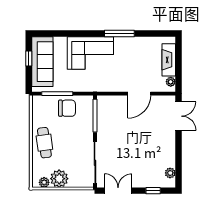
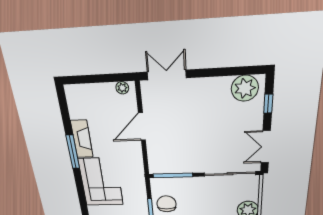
fireplace: (169, 60) -> (82, 139), moved, turned -90
door: (139, 94) -> (142, 127), swing flipped
plant: (170, 173) -> (245, 88), width x1.88, depth x1.88

